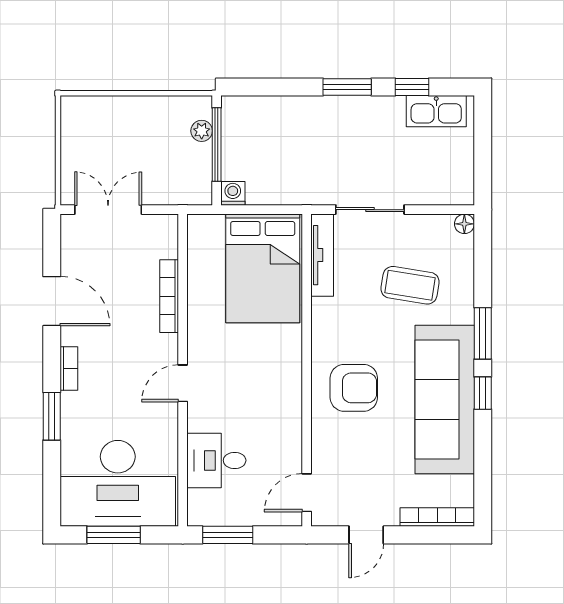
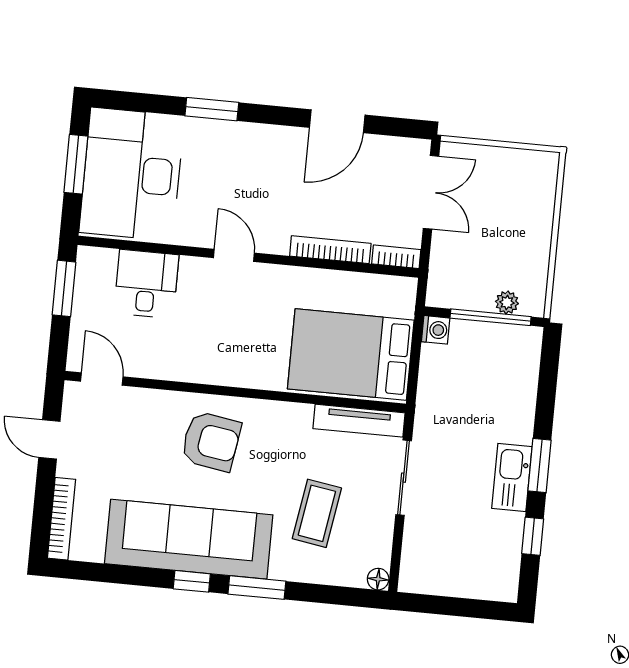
kitchen sink: (436, 111) -> (512, 477), moved
bookcase: (69, 369) -> (396, 257), moved, turned 180
armchair: (354, 388) -> (211, 441), turned -81

